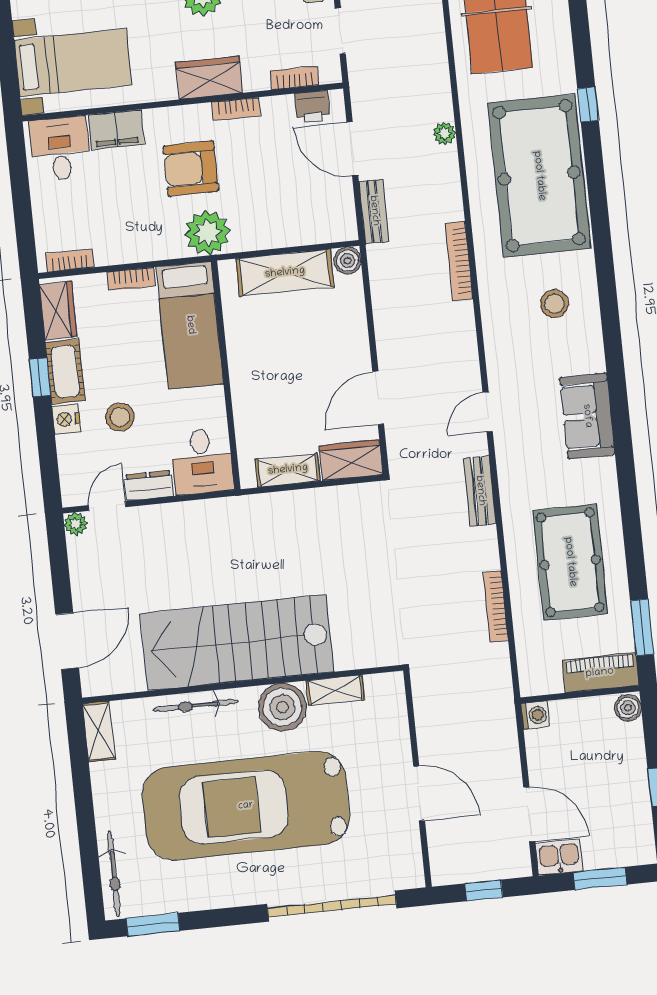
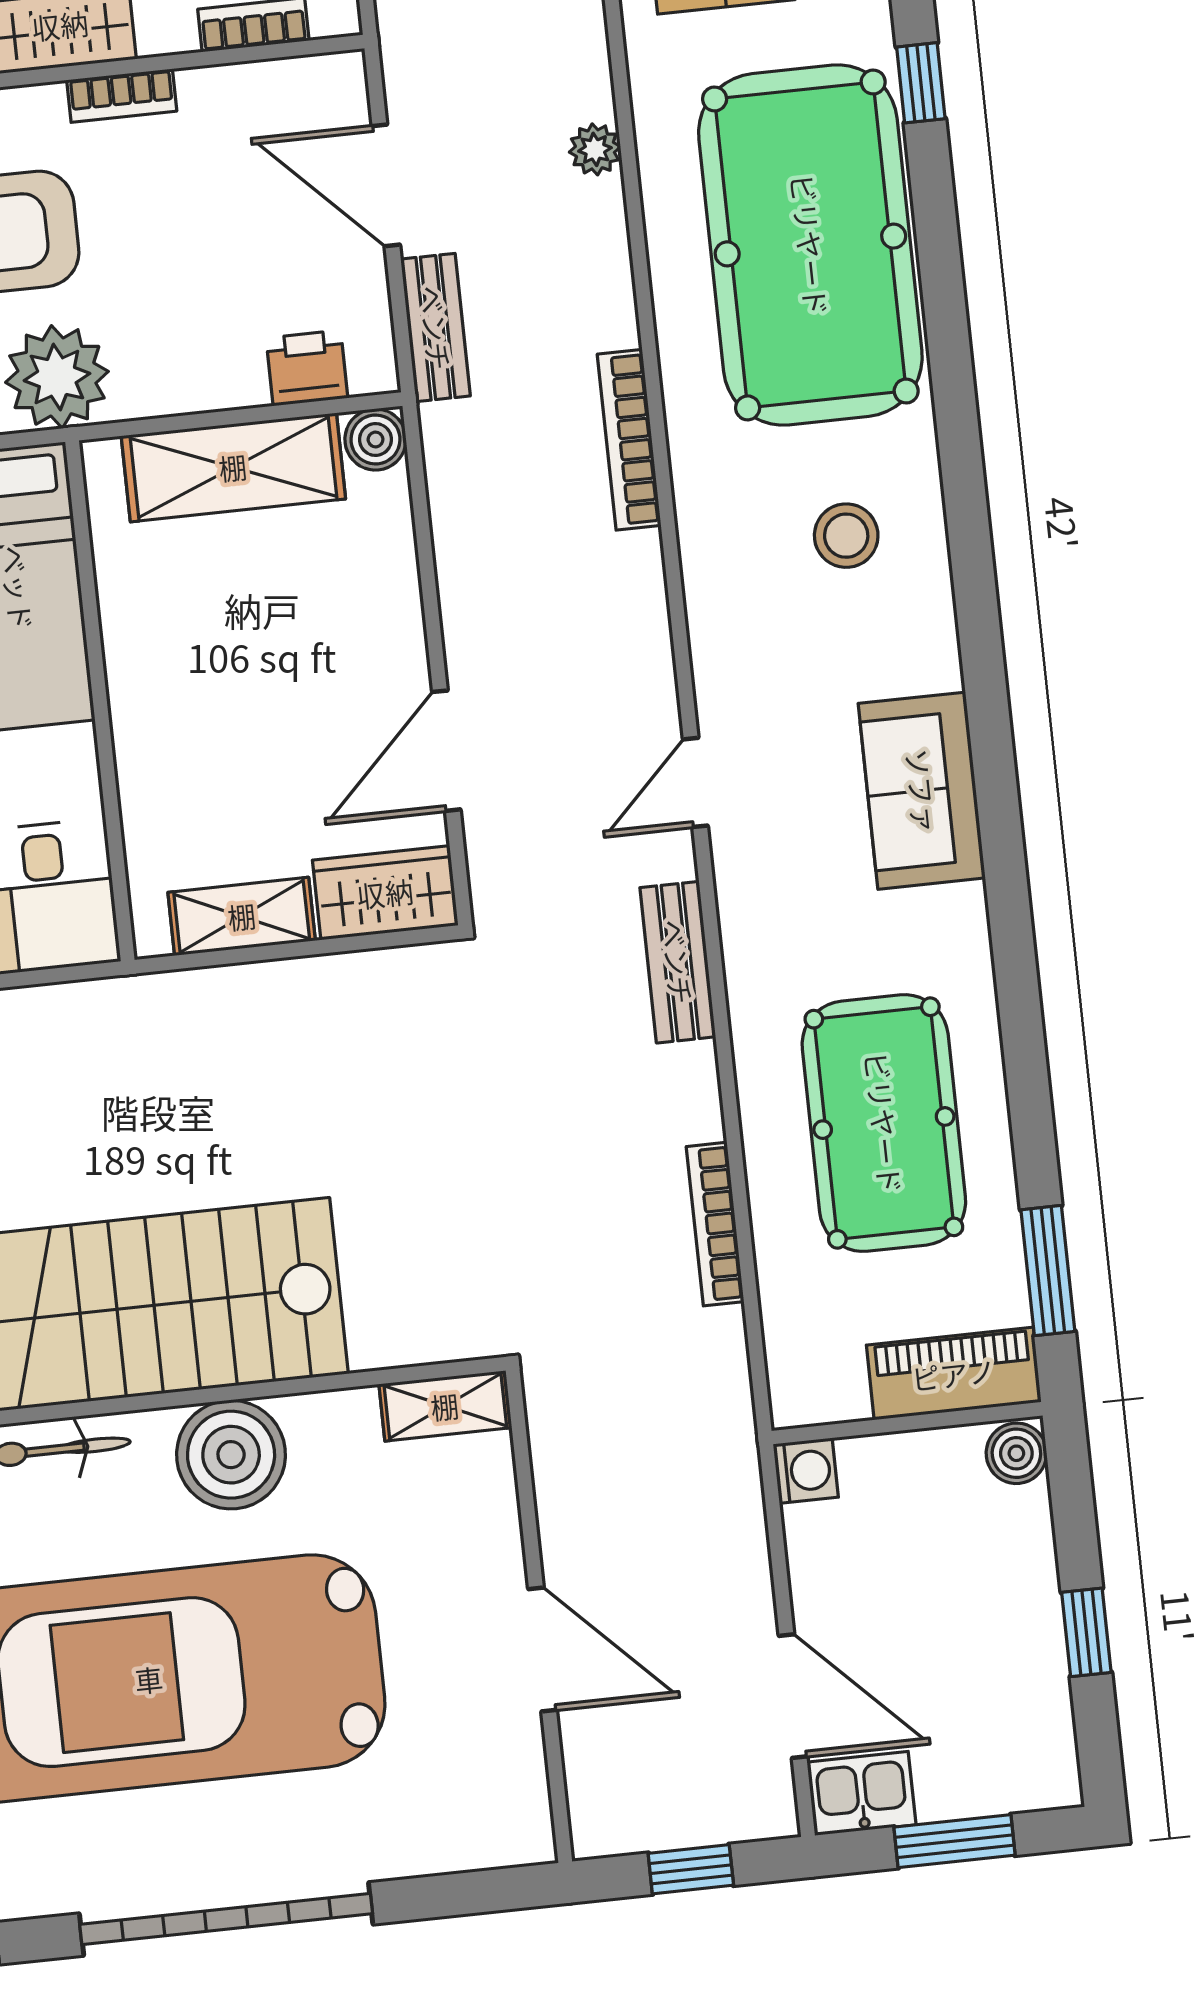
printer: (312, 107) -> (307, 368), moved, turned 180
shelving: (335, 690) -> (445, 1406), moved
garage door: (332, 906) -> (226, 1919), moved

